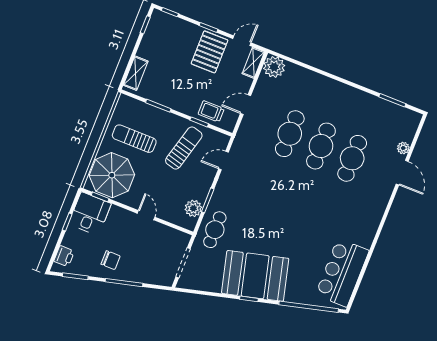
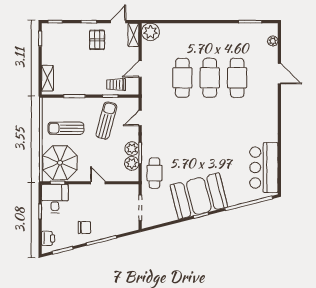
pallet: (210, 52) -> (97, 40), width x0.67, depth x0.71
plant: (403, 148) -> (273, 41), moved
plant: (200, 192) -> (132, 149), added

